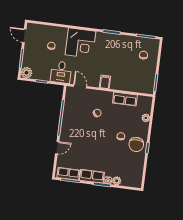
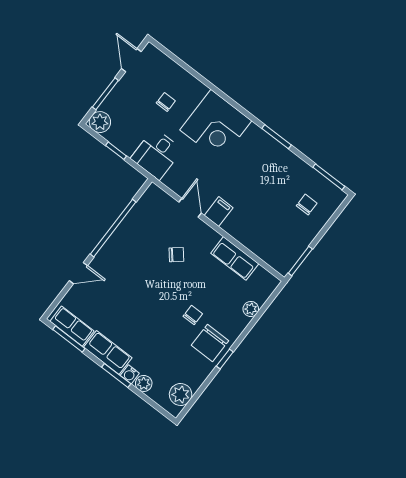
door: (80, 86) -> (190, 208), moved
plant: (137, 176) -> (181, 395), added

